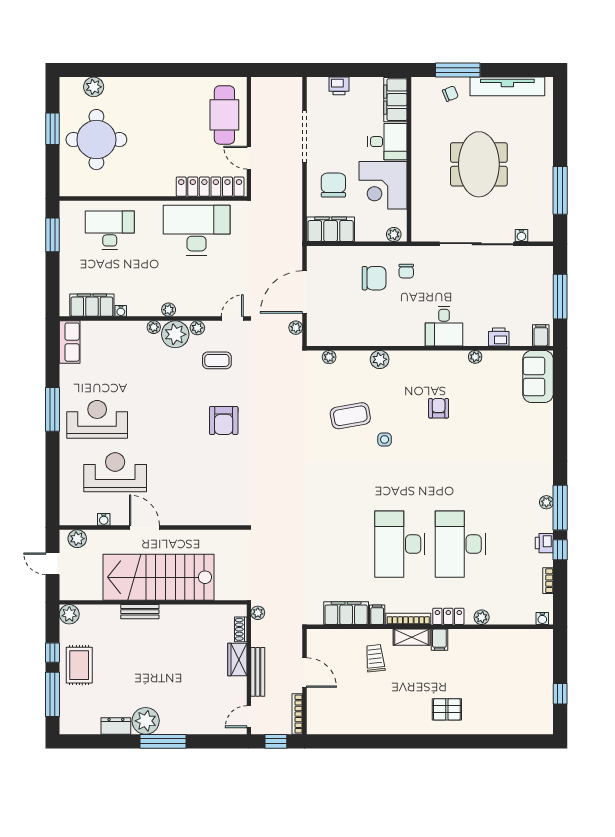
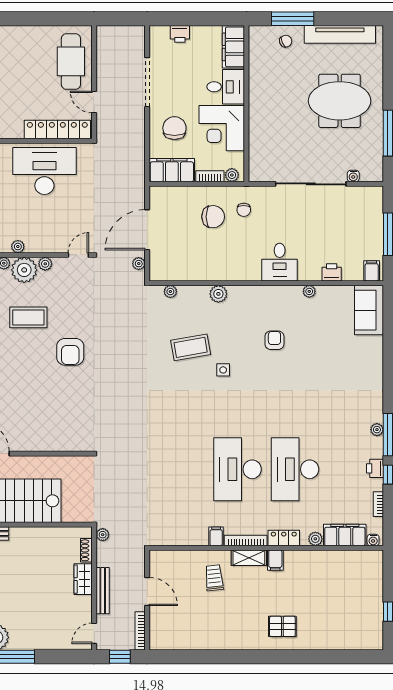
meeting table: (479, 164) -> (340, 101), moved, turned 90
bookcase: (370, 236) -> (210, 176), added
coffee table: (217, 360) -> (28, 317), moved, width x1.36, depth x1.30
filing cabinet: (346, 613) -> (345, 535), moved

